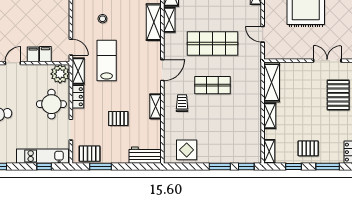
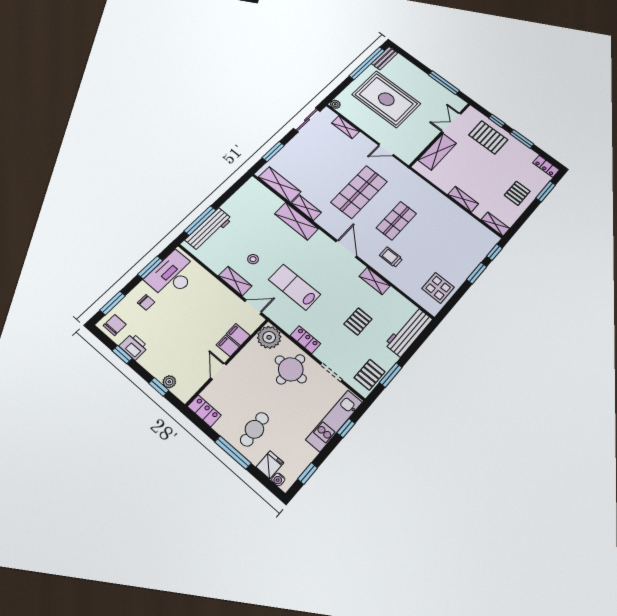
shelving: (78, 71) -> (235, 281), moved
shelving: (272, 82) -> (437, 152), moved, turned 90
workbench: (145, 155) -> (409, 332), width x1.38
window: (293, 166) -> (525, 216), removed

